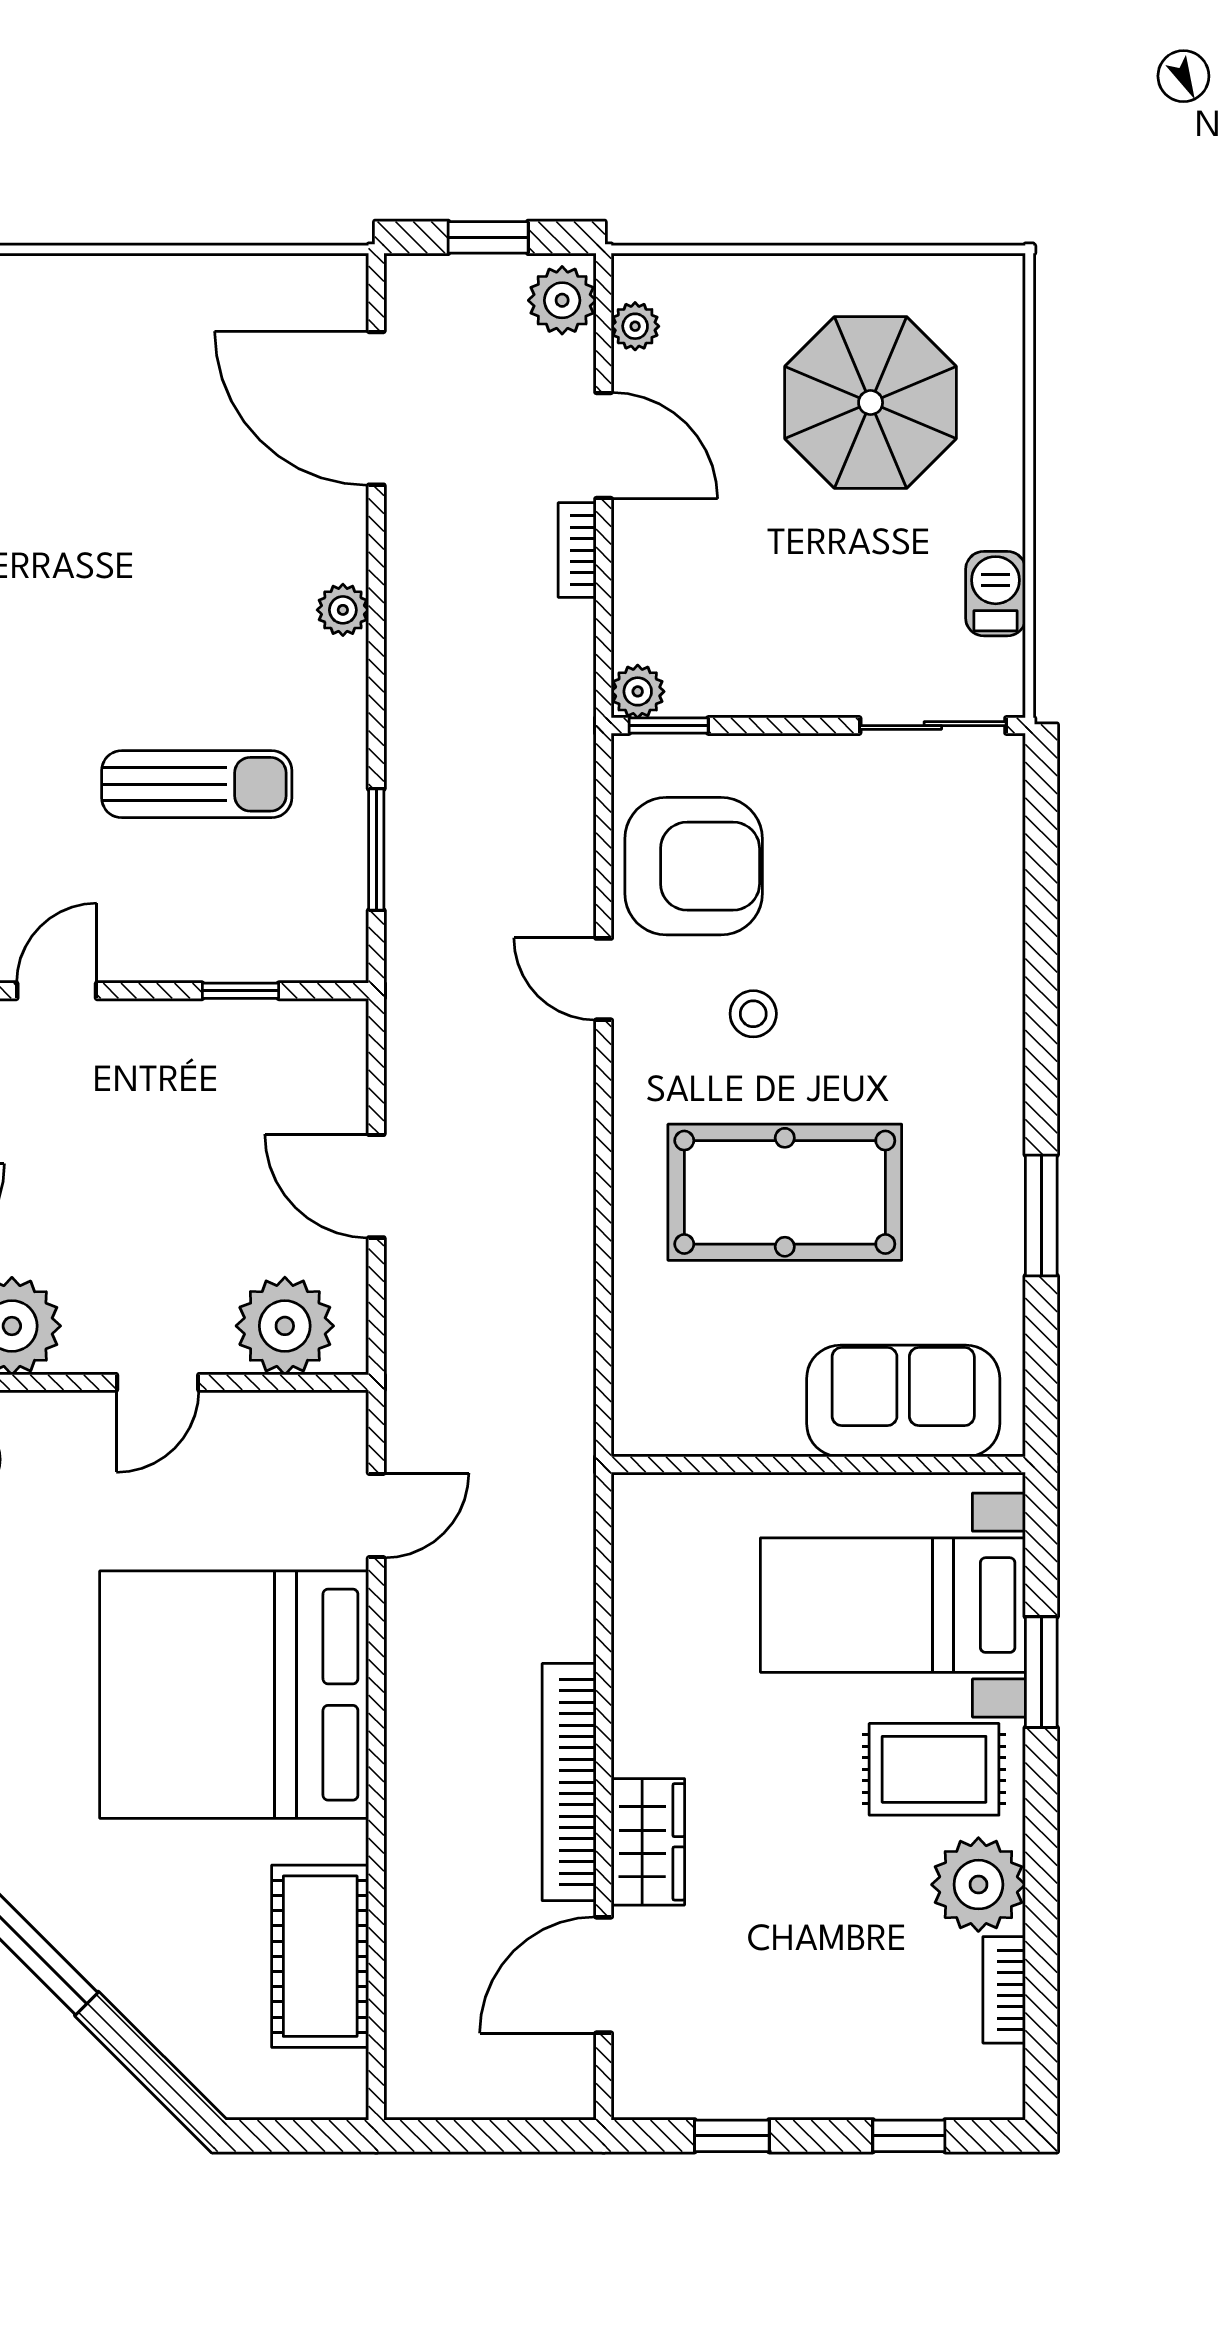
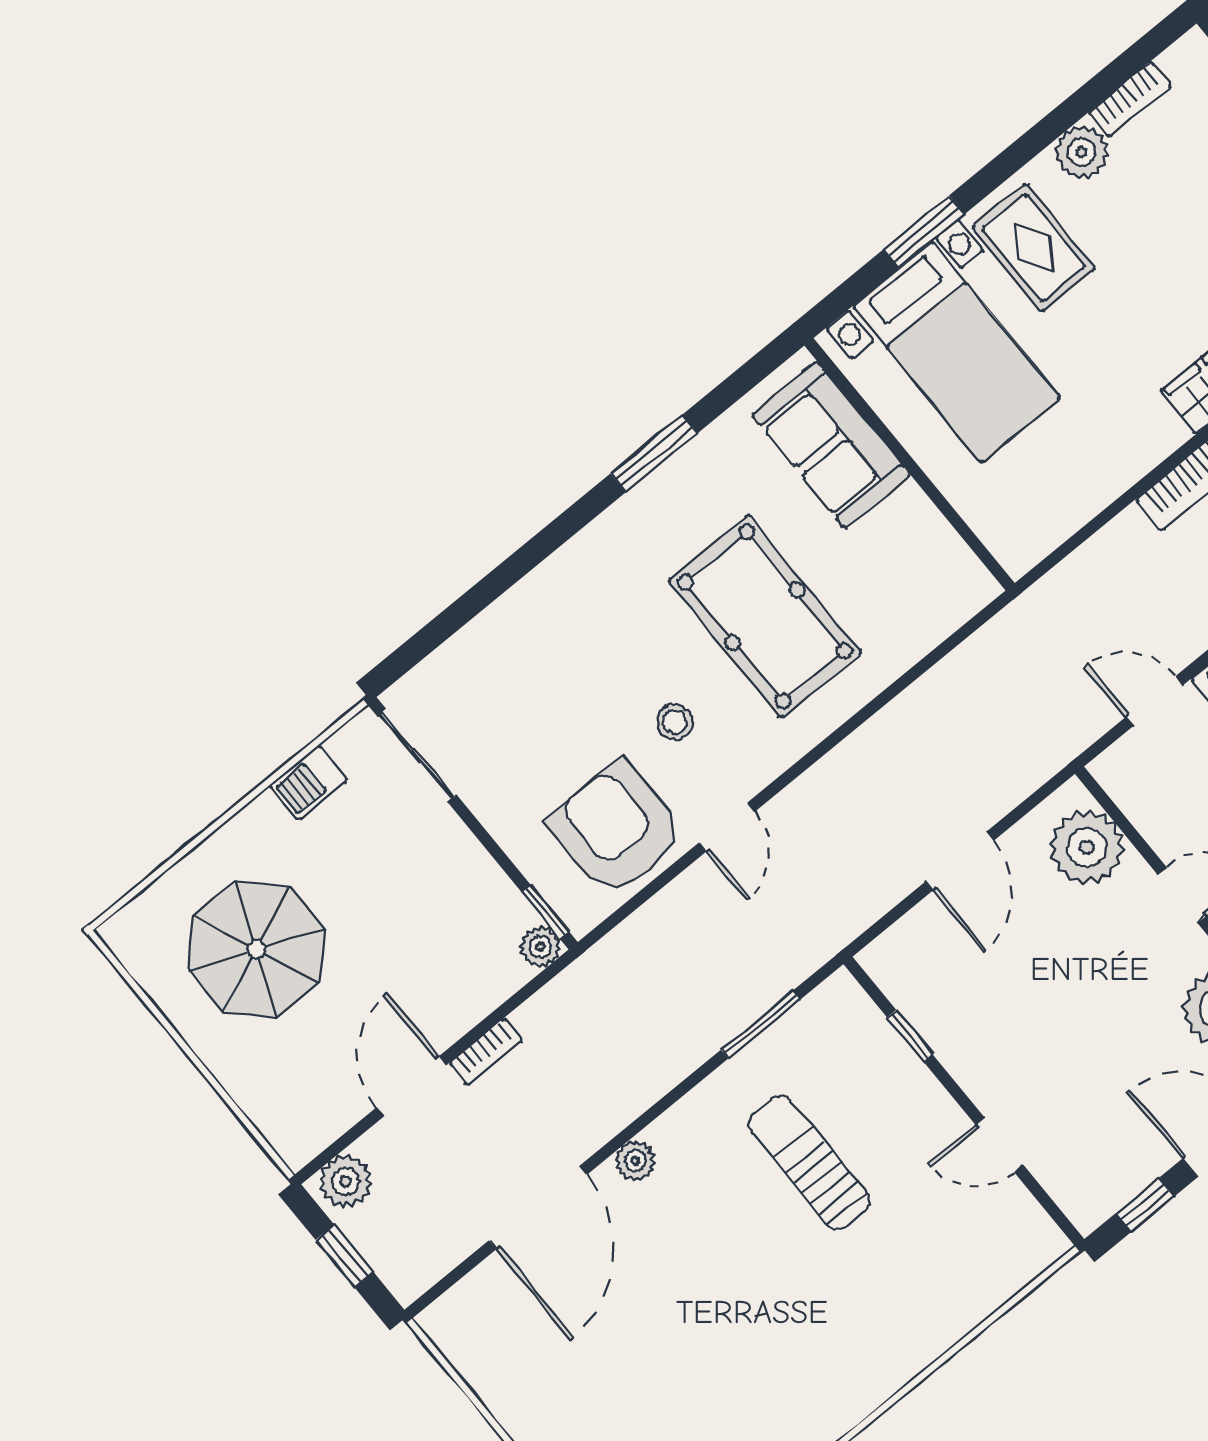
plant: (635, 326) -> (325, 1126), removed
door: (376, 408) -> (538, 1207), moved
plant: (978, 1885) -> (1082, 152), width x0.73, depth x0.73

